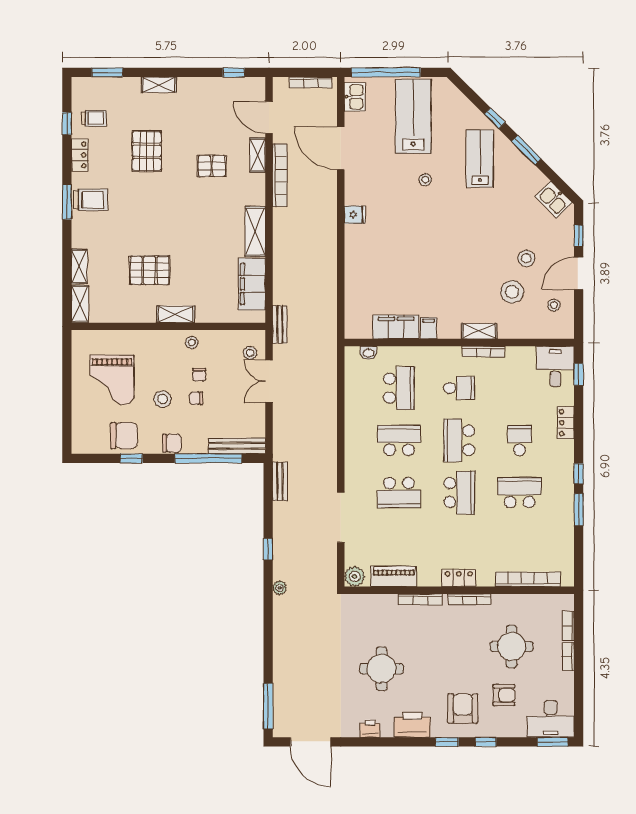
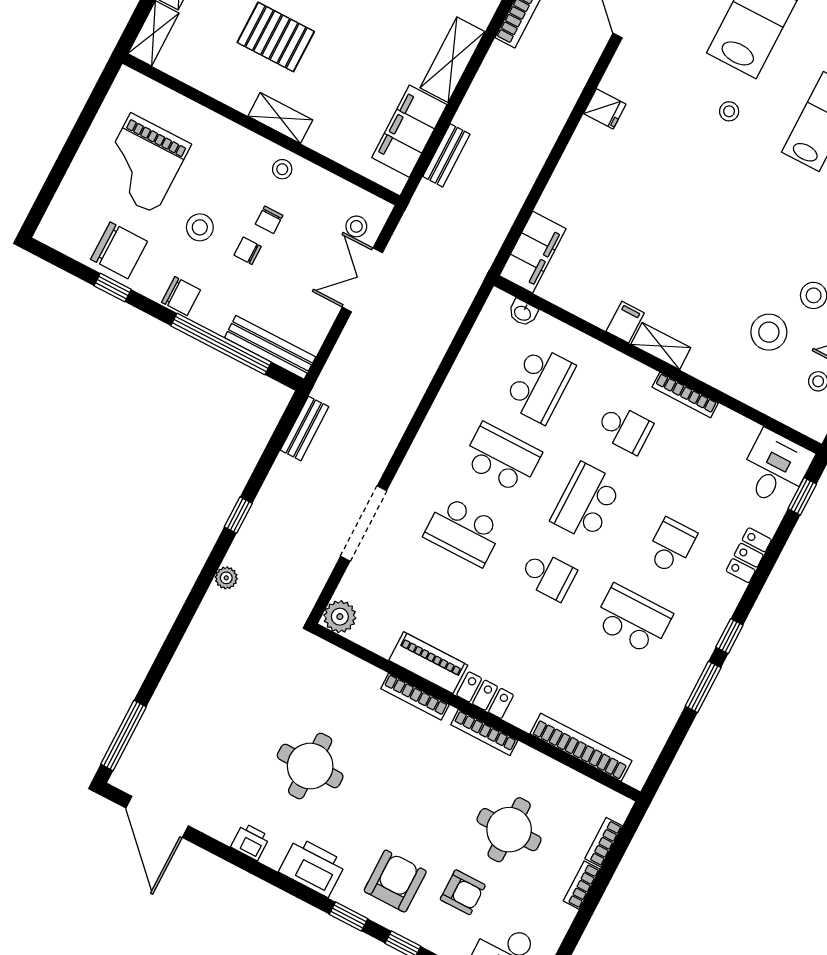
bench: (280, 324) -> (446, 155), moved
filing cabinet: (396, 327) -> (533, 252), moved, turned 90
shelving: (479, 331) -> (661, 346), moved
school desk: (459, 493) -> (548, 575), width x0.54
piano: (394, 576) -> (428, 663), moved

